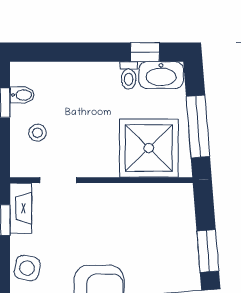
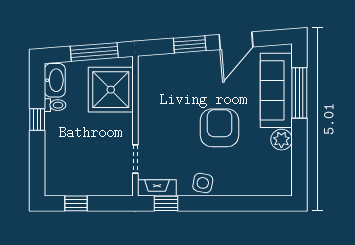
window: (145, 52) -> (37, 120), moved
bidet: (22, 95) -> (70, 187), removed
stool: (37, 133) -> (99, 175), removed

